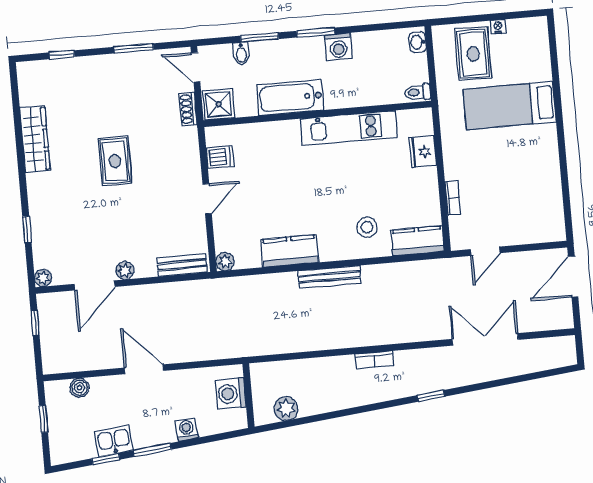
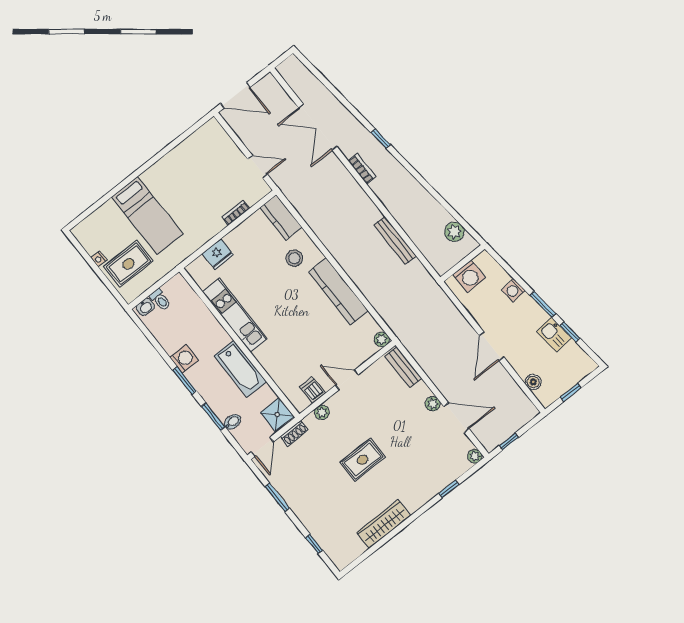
toilet: (417, 92) -> (160, 300), moved
plant: (191, 151) -> (322, 412), added
kitchen counter: (290, 251) -> (338, 291), width x1.50
bench: (330, 277) -> (395, 240), moved
bookcase: (374, 360) -> (362, 169), moved

